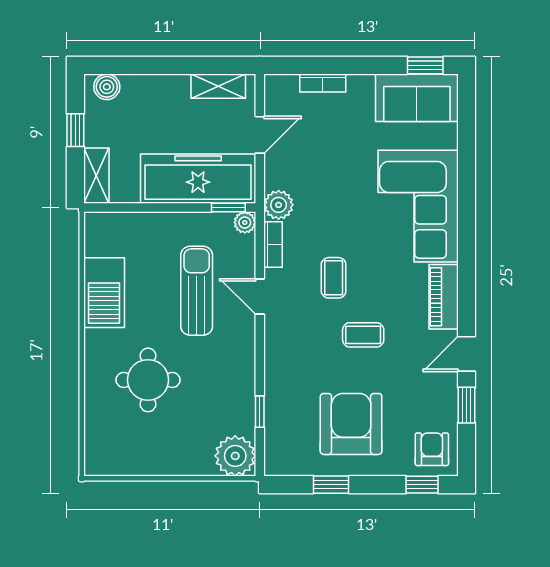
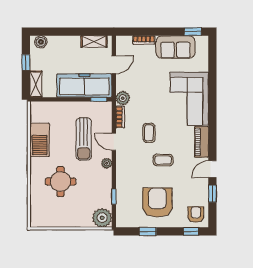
sofa: (417, 98) -> (175, 47), moved
plant: (245, 222) -> (107, 163), moved
sun lounger: (197, 291) -> (84, 139), turned 180

